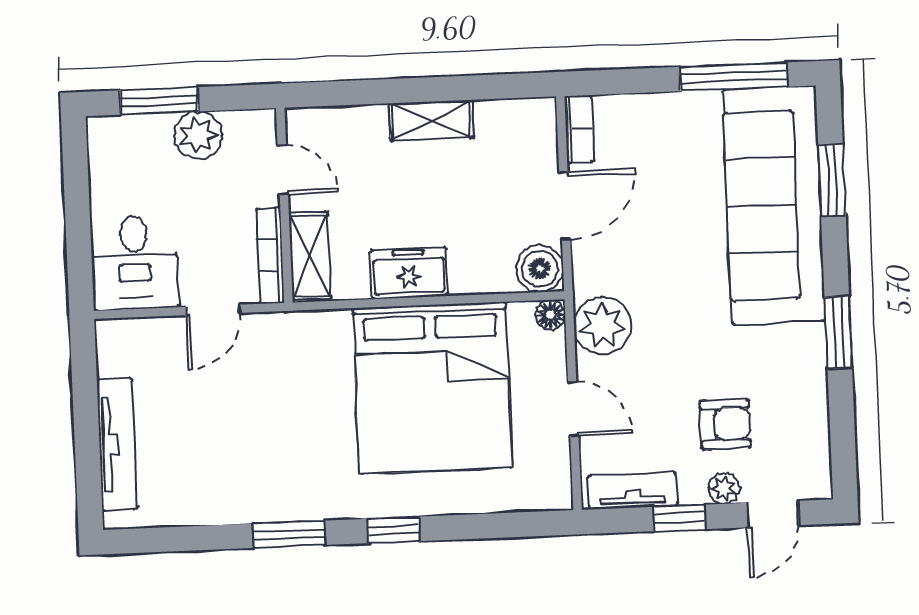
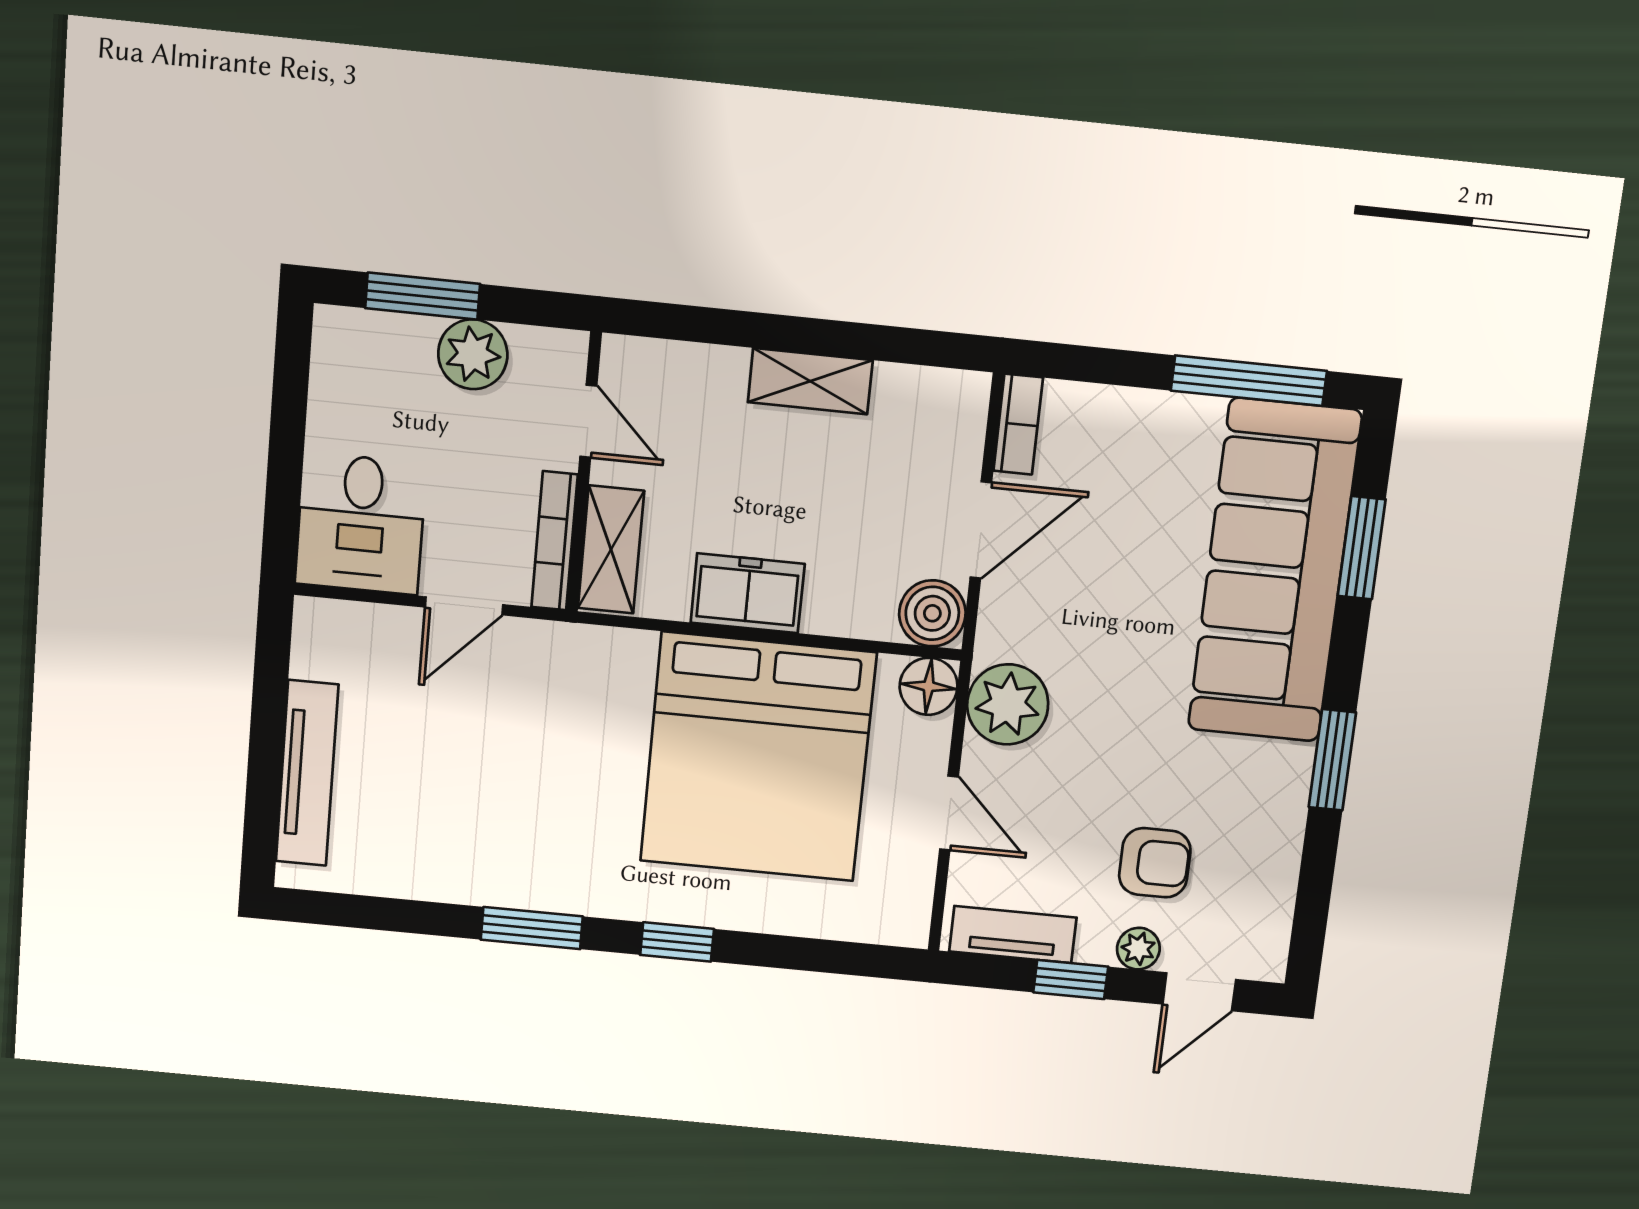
floor lamp: (550, 315) -> (929, 686), width x1.37, depth x1.37

